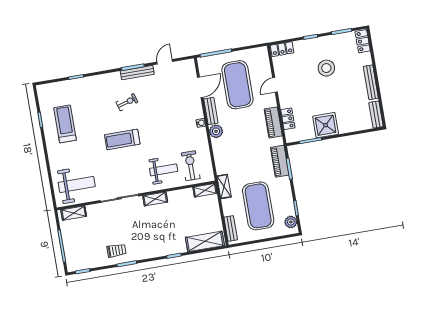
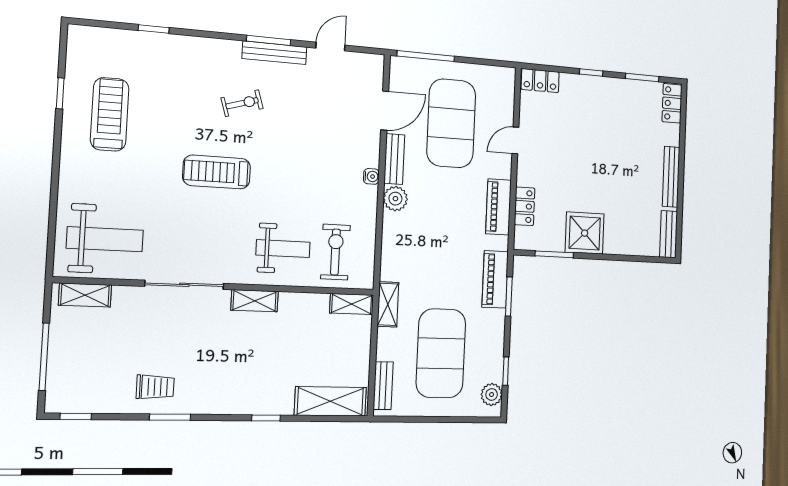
stool: (326, 68) -> (606, 133), removed

